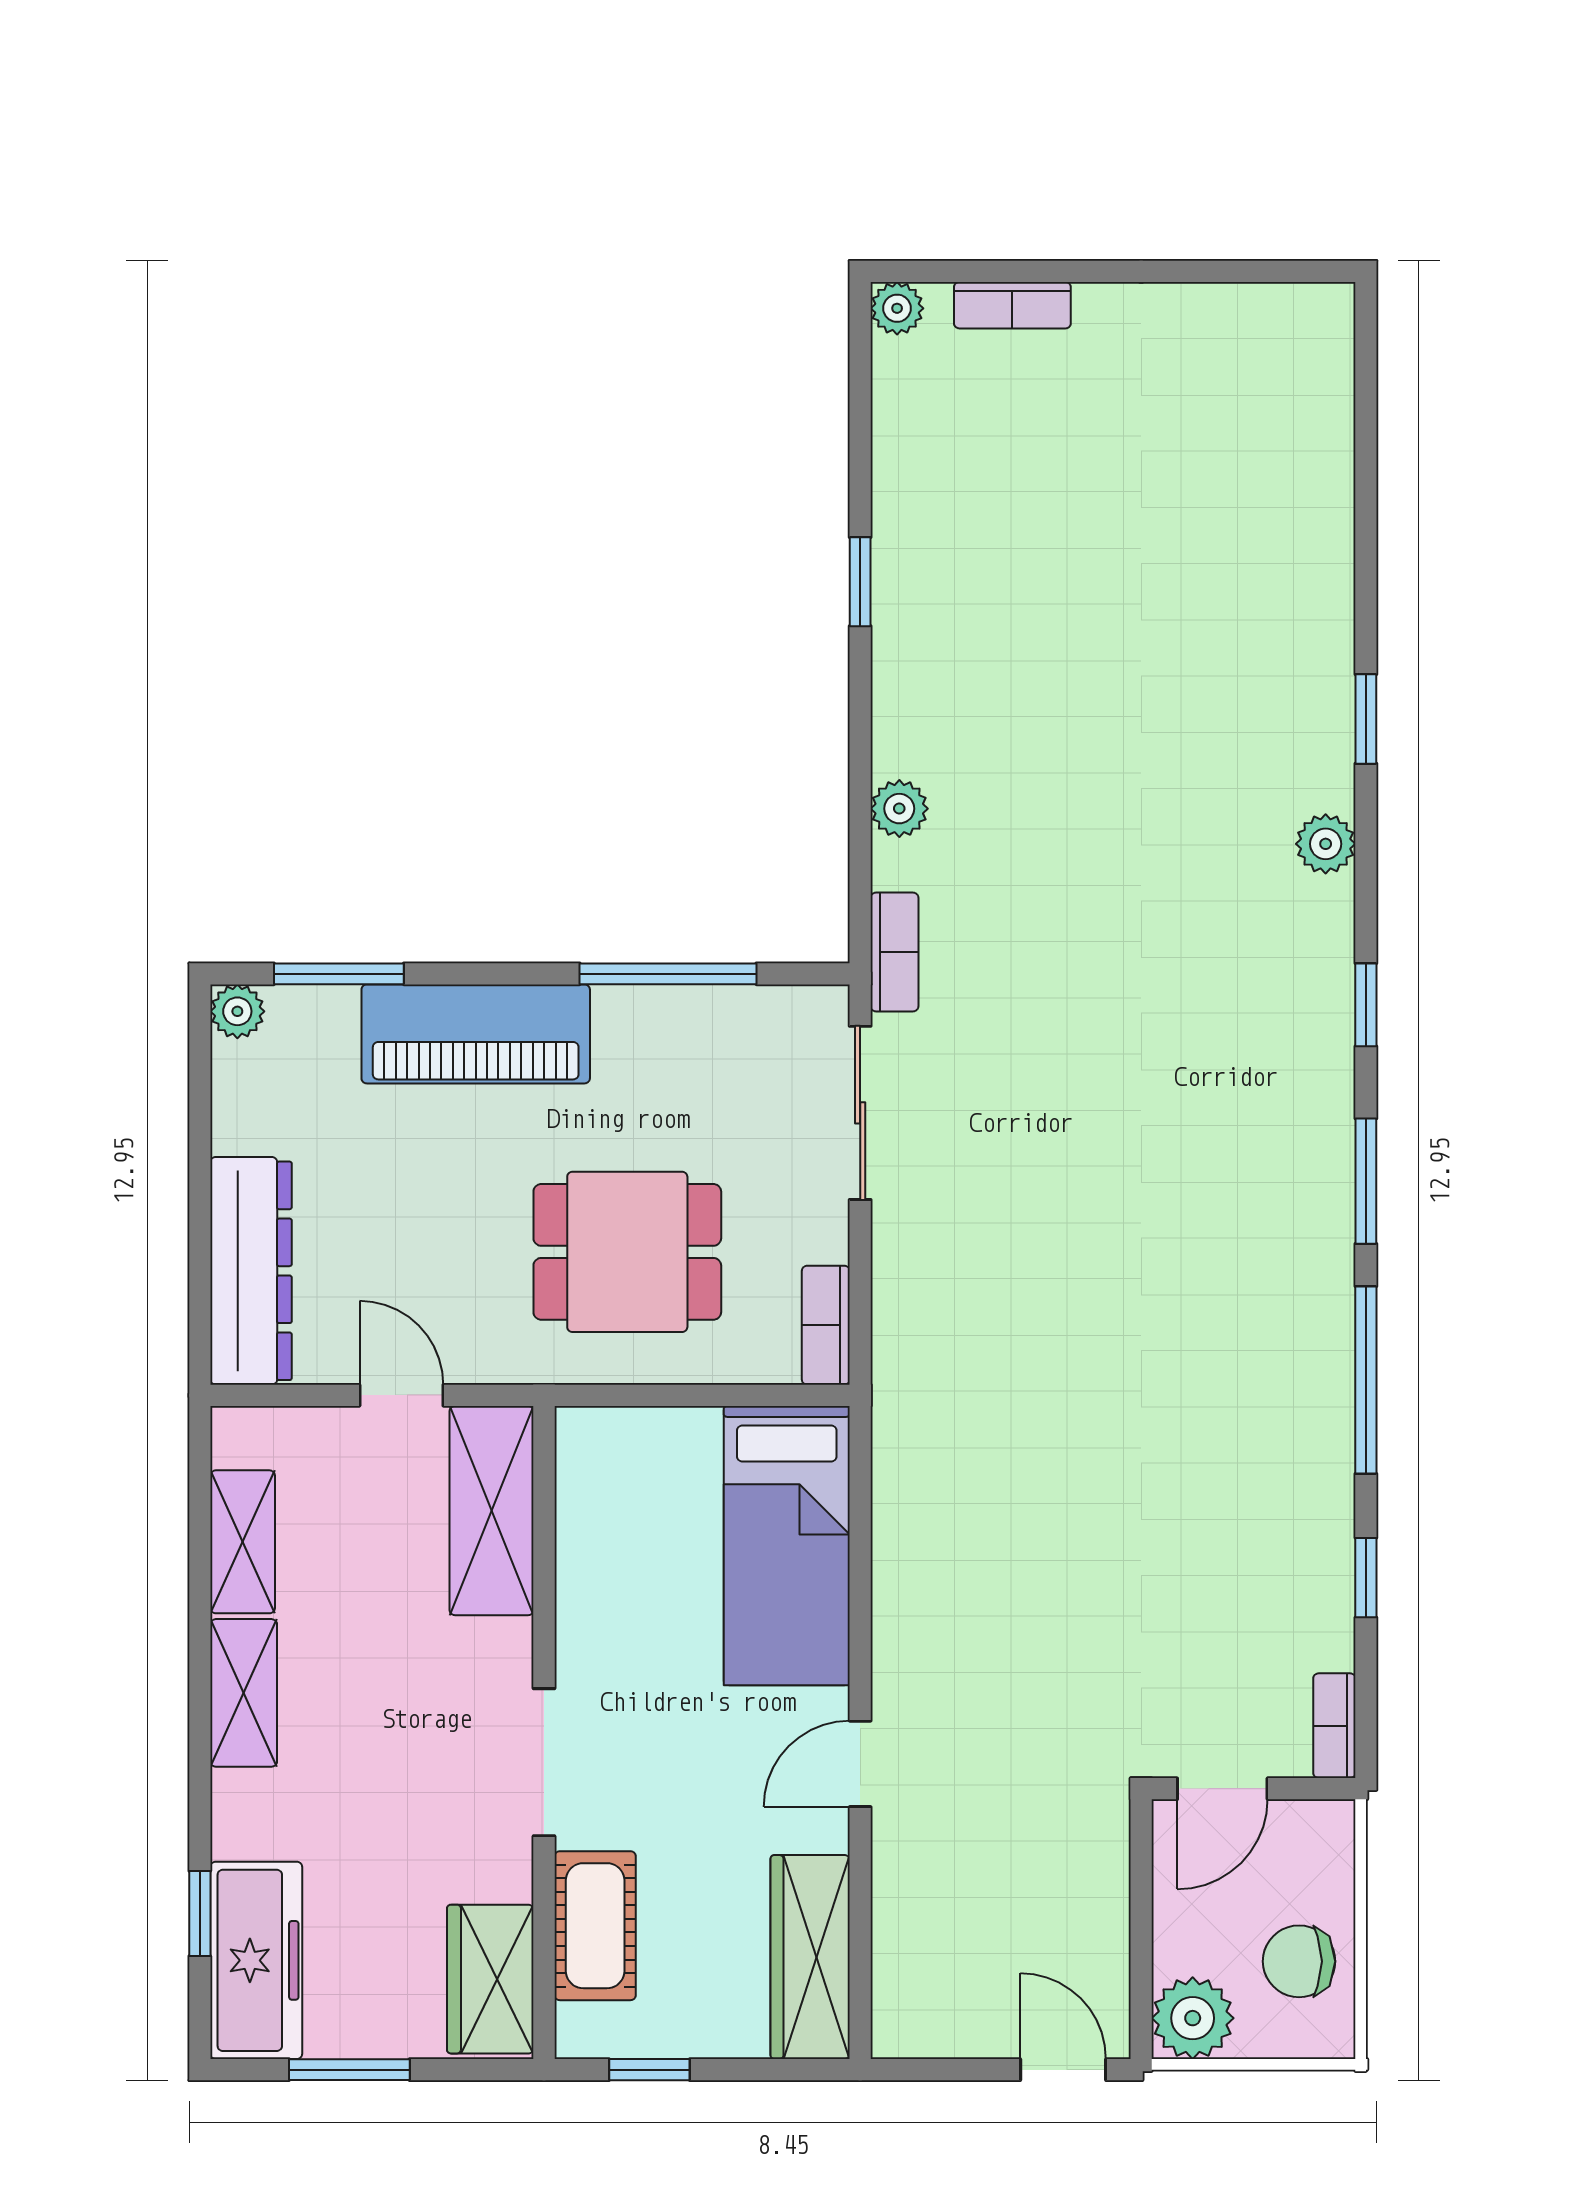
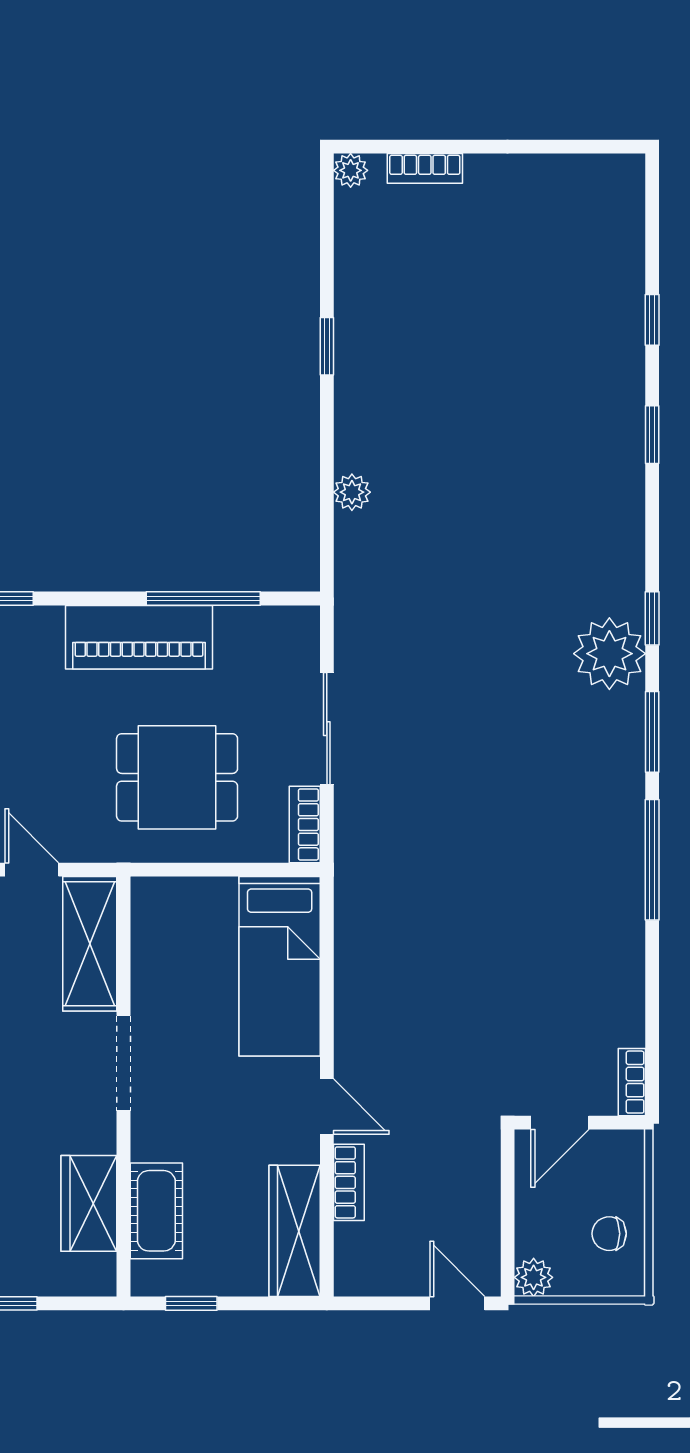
plant: (1326, 844) -> (609, 654), moved, width x1.88, depth x1.88
bookcase: (894, 952) -> (349, 1182), moved
piano: (476, 1034) -> (139, 637), moved
sliding door: (860, 1113) -> (327, 729), moved
window: (1366, 1578) -> (652, 320), moved
doorway: (544, 1762) -> (123, 1063), moved
door: (860, 1764) -> (327, 1107), swing flipped
chair: (1299, 1961) -> (609, 1234), width x0.73, depth x0.73
wardrobe: (490, 1979) -> (89, 1203), moved
plant: (1193, 2018) -> (534, 1277), width x0.73, depth x0.73

